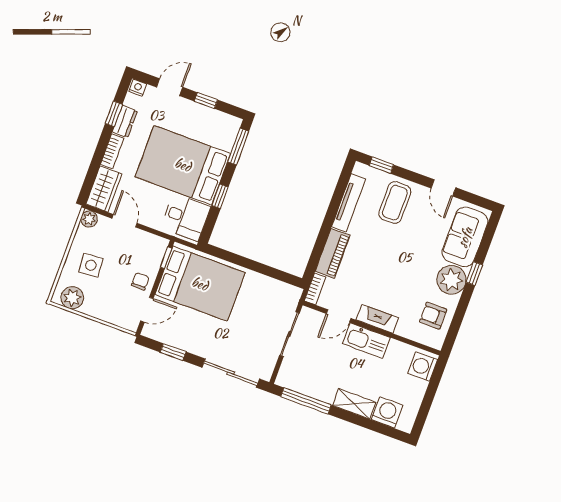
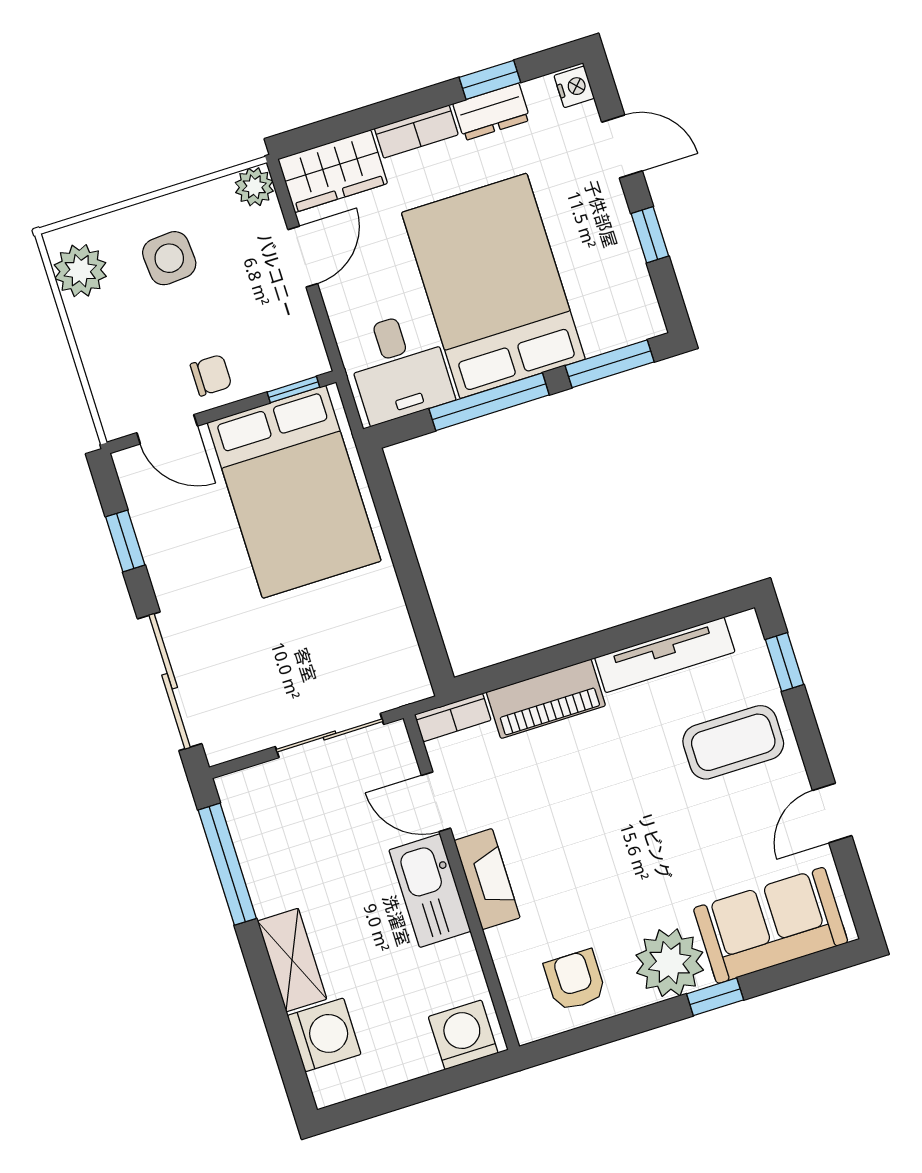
window: (220, 196) -> (489, 402), width x2.17

